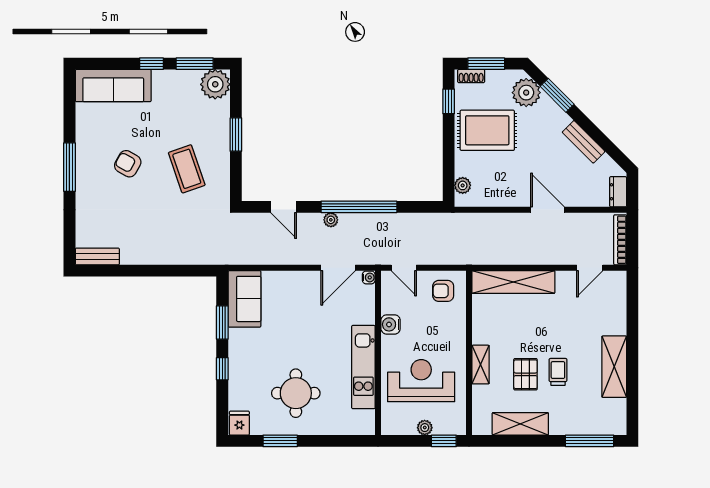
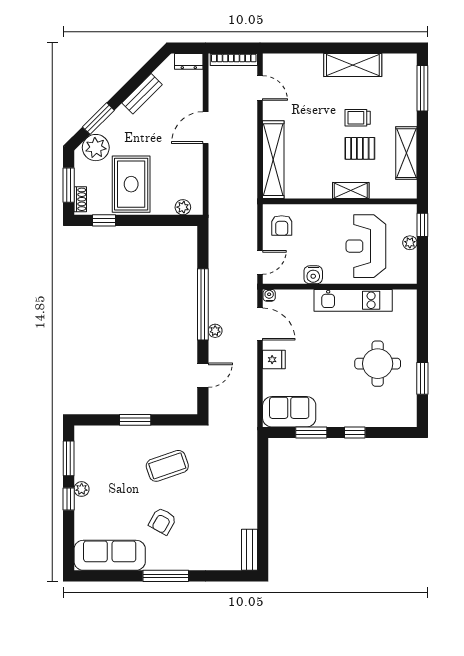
plant: (215, 84) -> (82, 489), moved, width x0.53, depth x0.53
sofa: (113, 86) -> (110, 555), moved, turned -90
fridge: (239, 423) -> (274, 360), moved, turned 180

